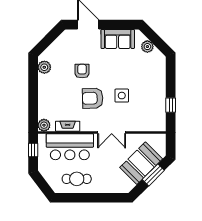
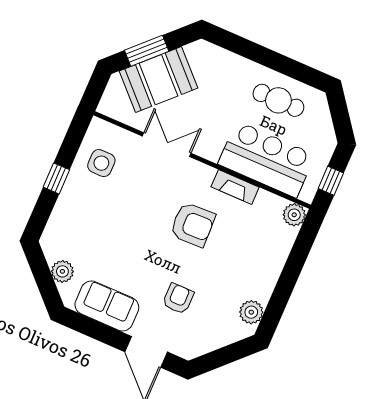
armchair: (82, 71) -> (178, 299), moved, turned 180
side table: (122, 96) -> (101, 163), moved
window: (171, 105) -> (56, 178), moved
fireplace: (68, 126) -> (235, 187), moved
double door: (112, 133) -> (167, 145), moved

